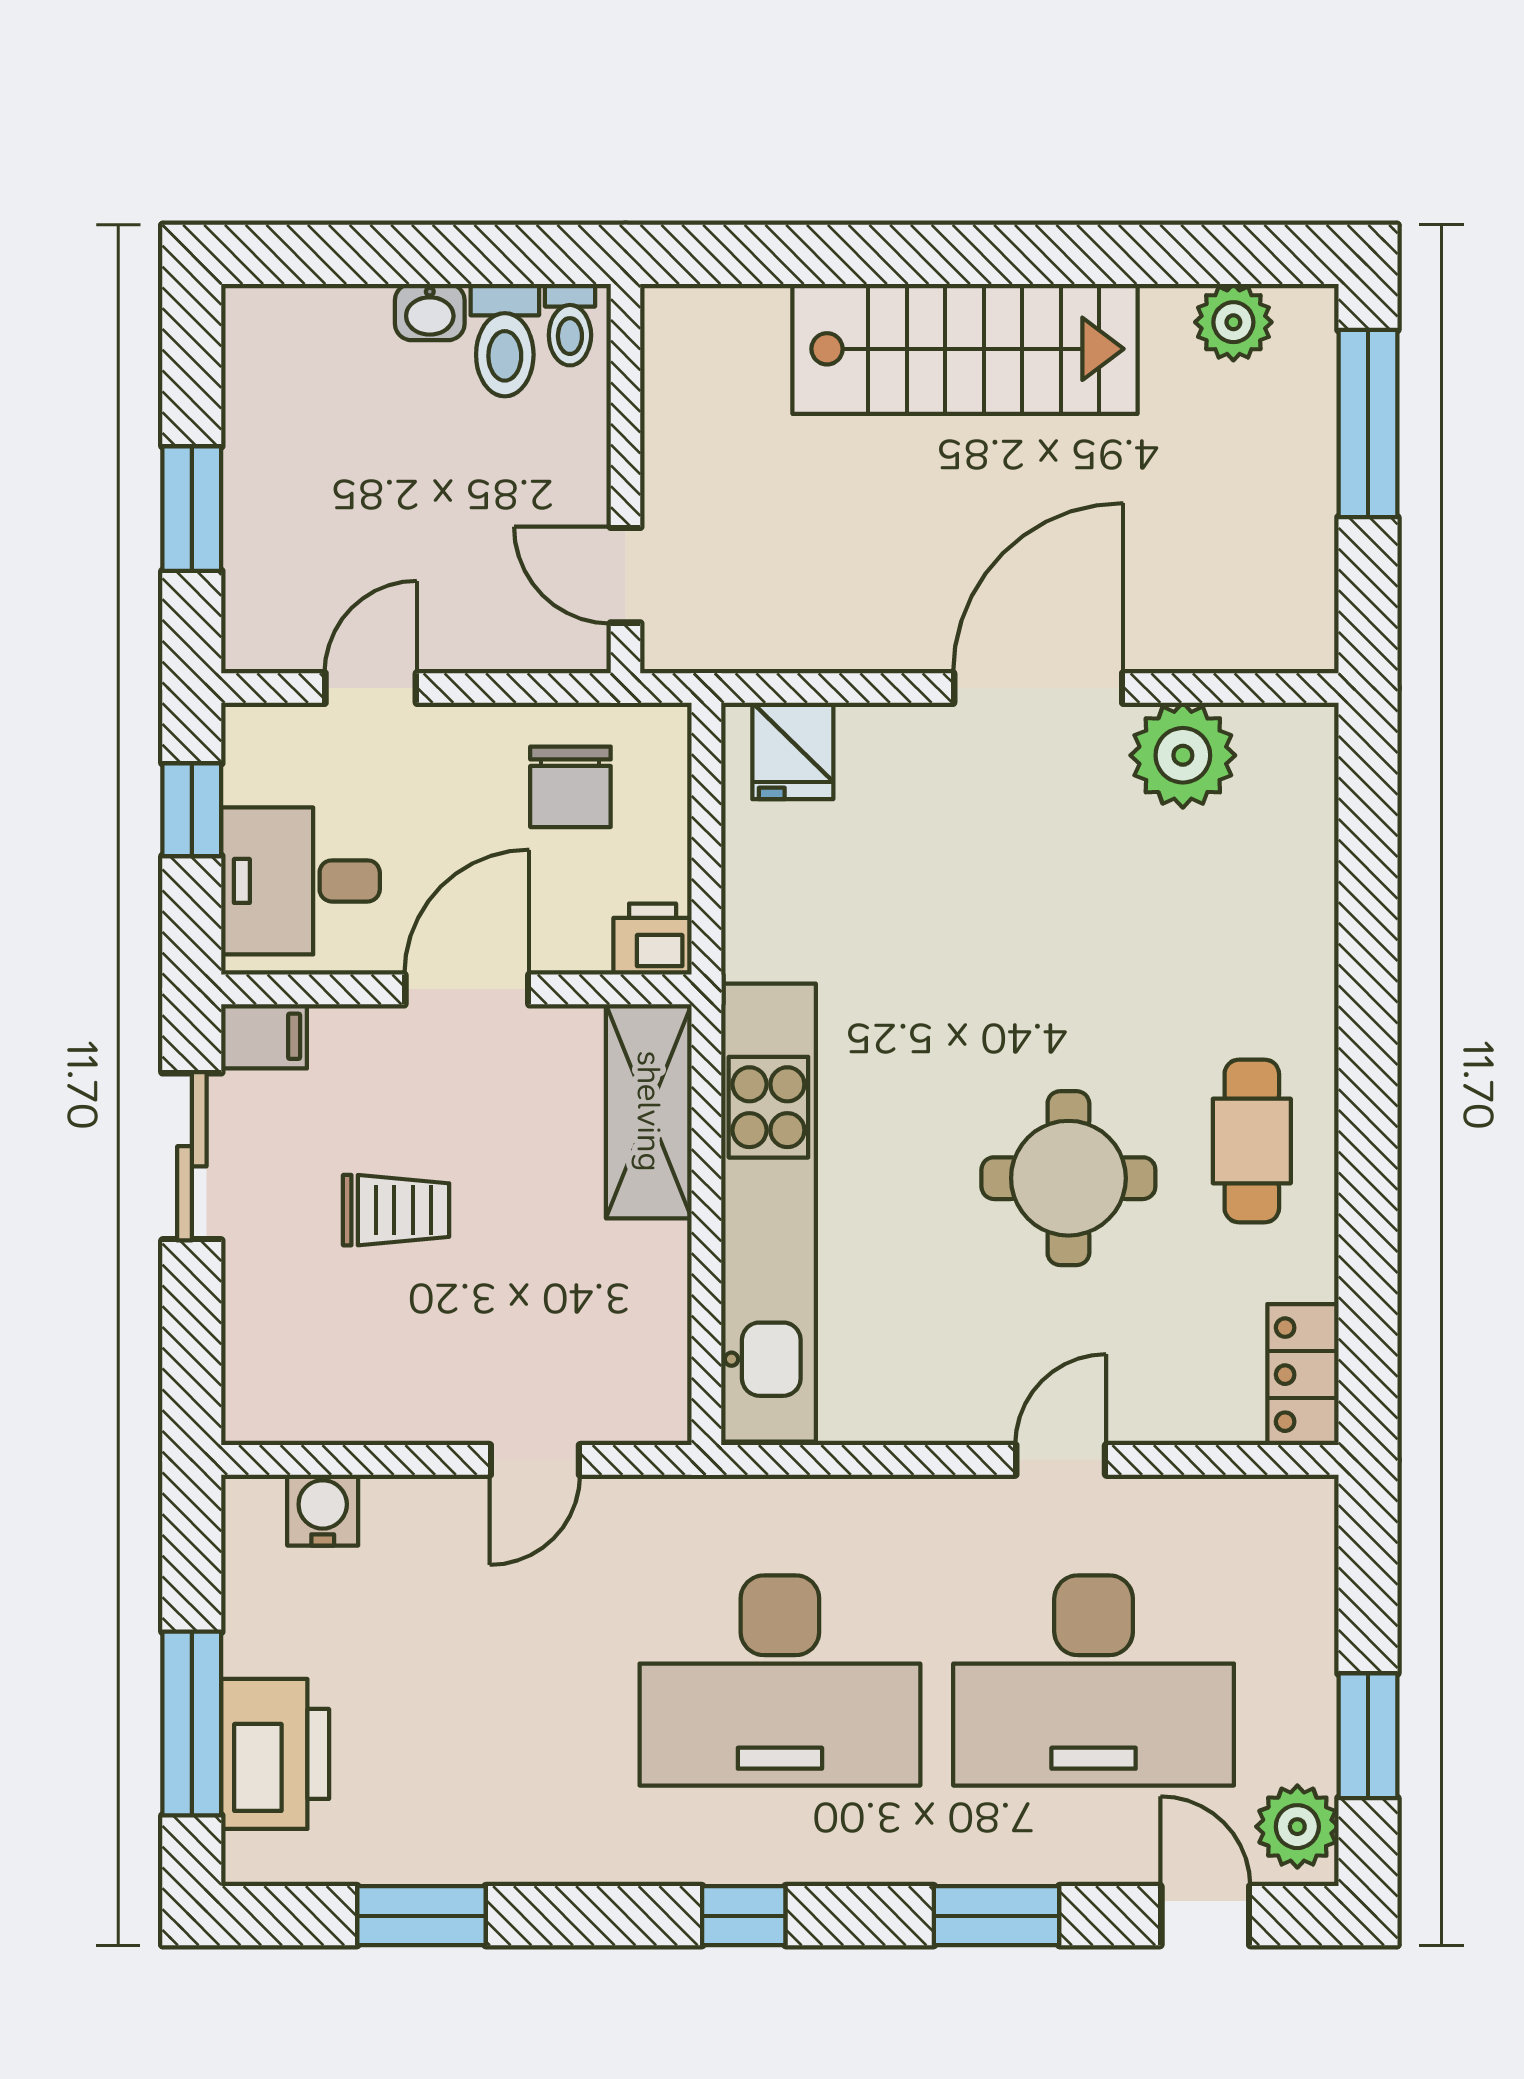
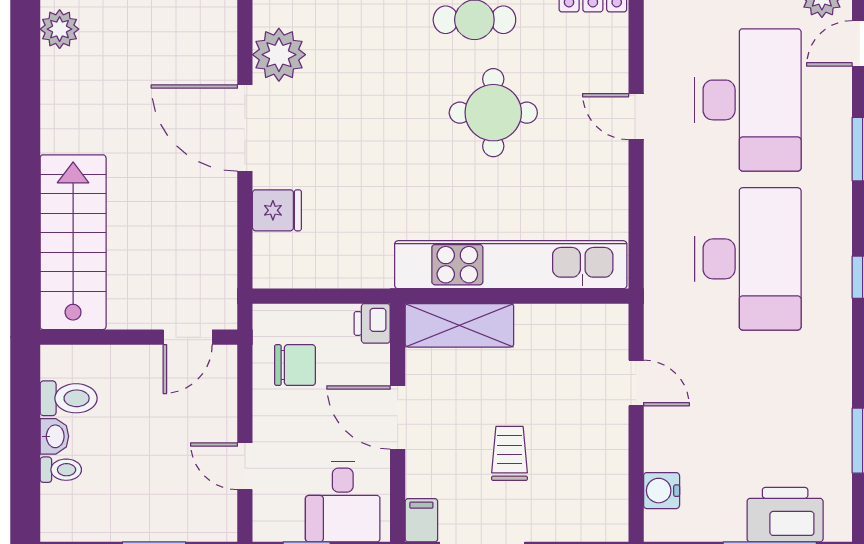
toilet: (570, 325) -> (61, 470), moved
stairs: (965, 349) -> (73, 242), moved
fridge: (793, 751) -> (277, 210), moved

